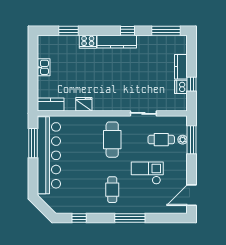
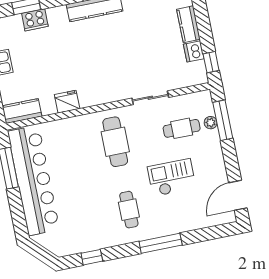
cooker: (88, 42) -> (35, 20), moved
window: (192, 84) -> (211, 62), moved

